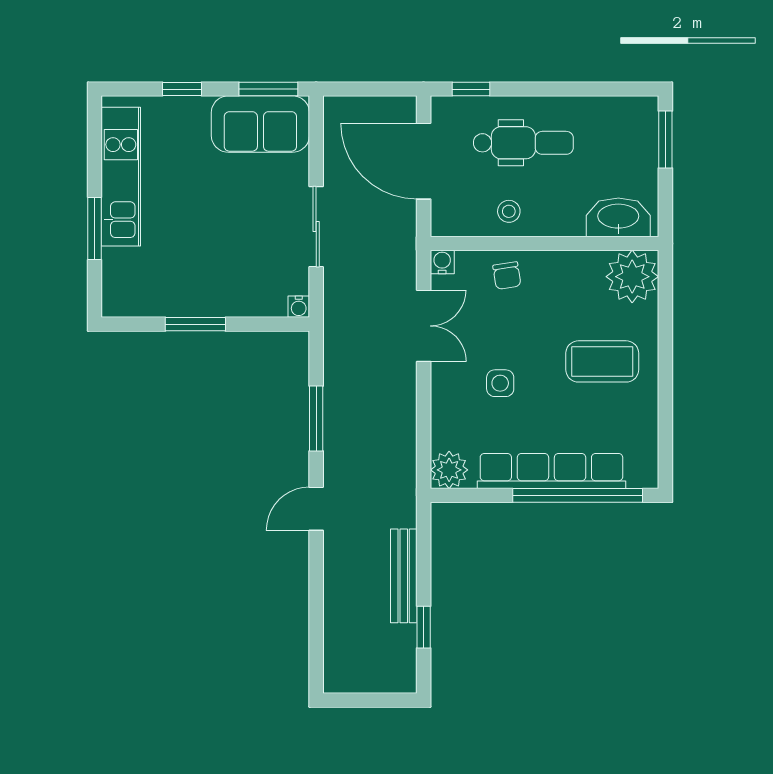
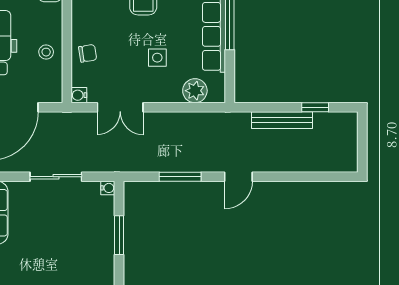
window: (195, 324) -> (119, 235), moved
double door: (424, 326) -> (120, 107), swing flipped
plant: (449, 470) -> (195, 91), moved
door: (316, 509) -> (238, 177), hinge flipped

